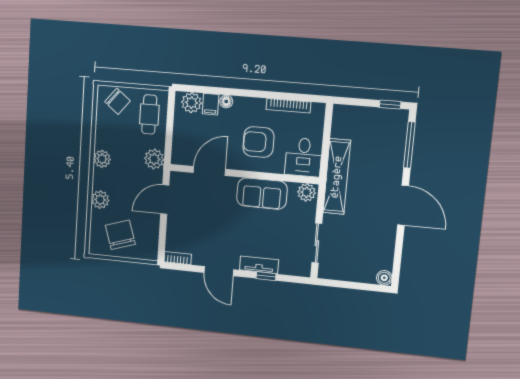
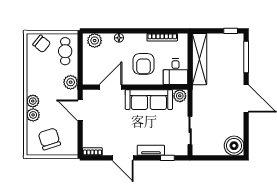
filing cabinet: (211, 104) -> (108, 41), removed
armchair: (258, 142) -> (144, 64), turned -90
plant: (102, 159) -> (33, 101), moved
shelving: (337, 177) -> (199, 59), moved
sofa: (262, 194) -> (149, 100), width x1.36
door: (165, 200) -> (80, 110), hinge flipped
window: (266, 276) -> (167, 158), moved
boiler: (384, 278) -> (234, 146), width x1.86, depth x1.86

